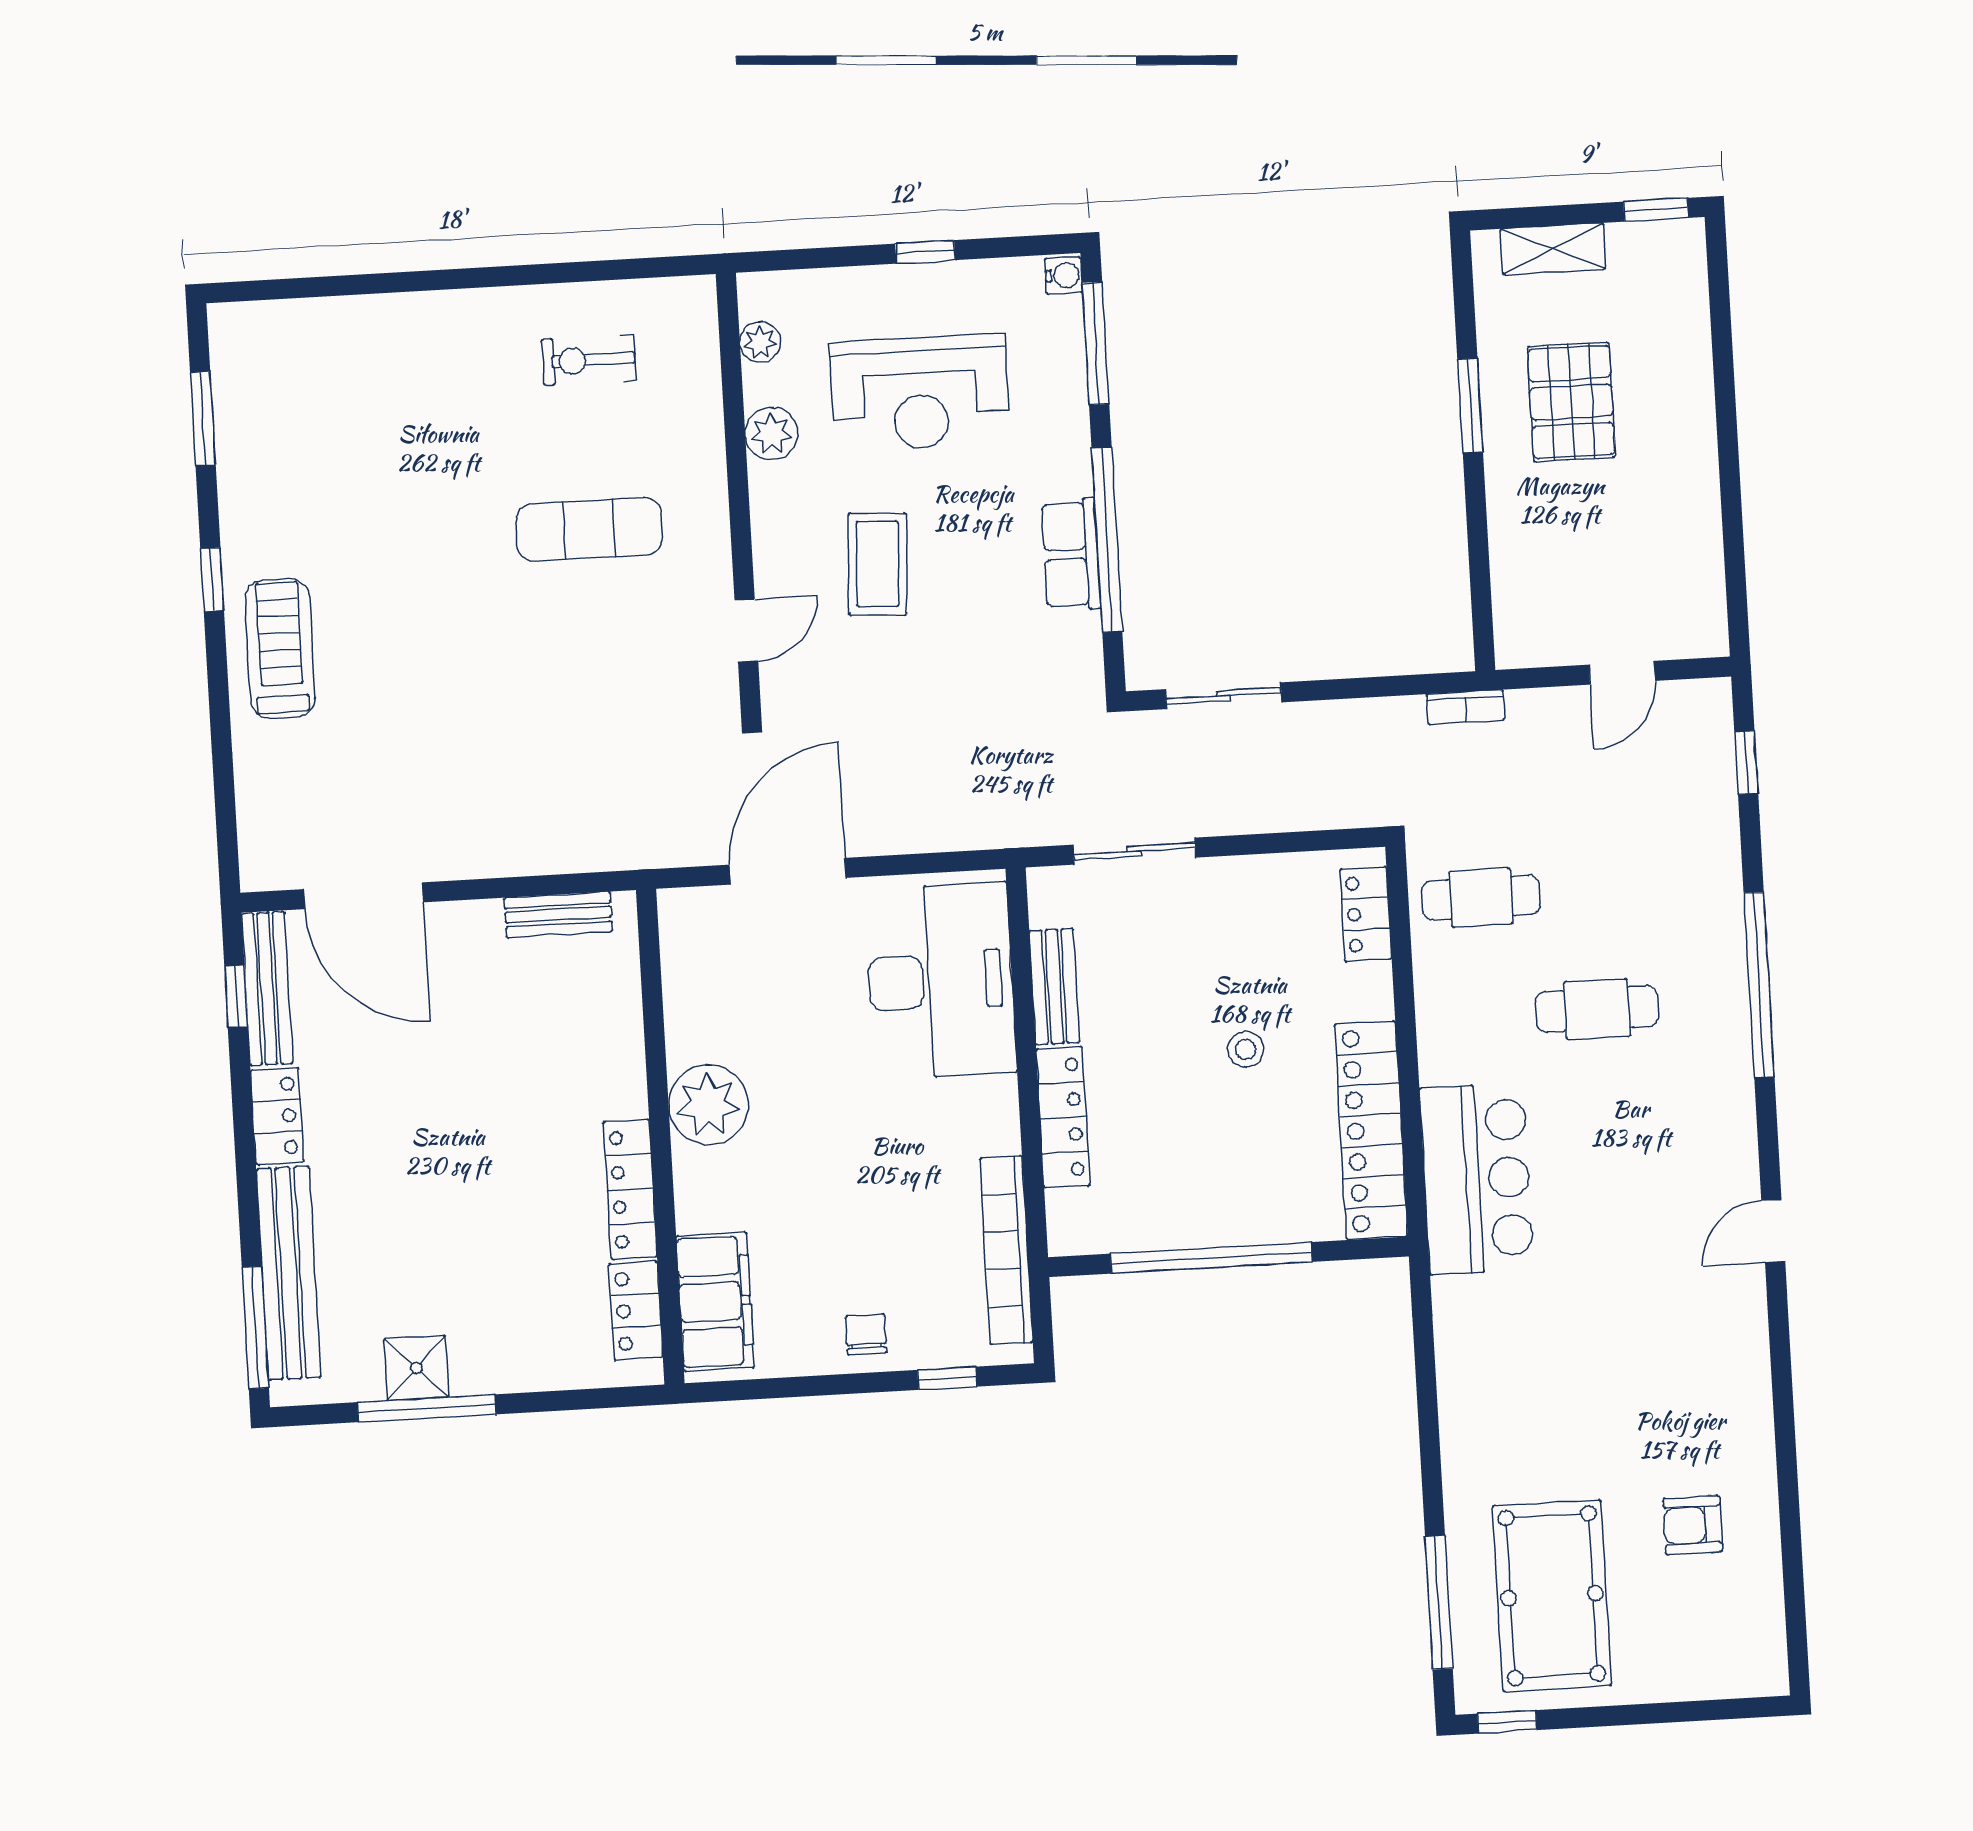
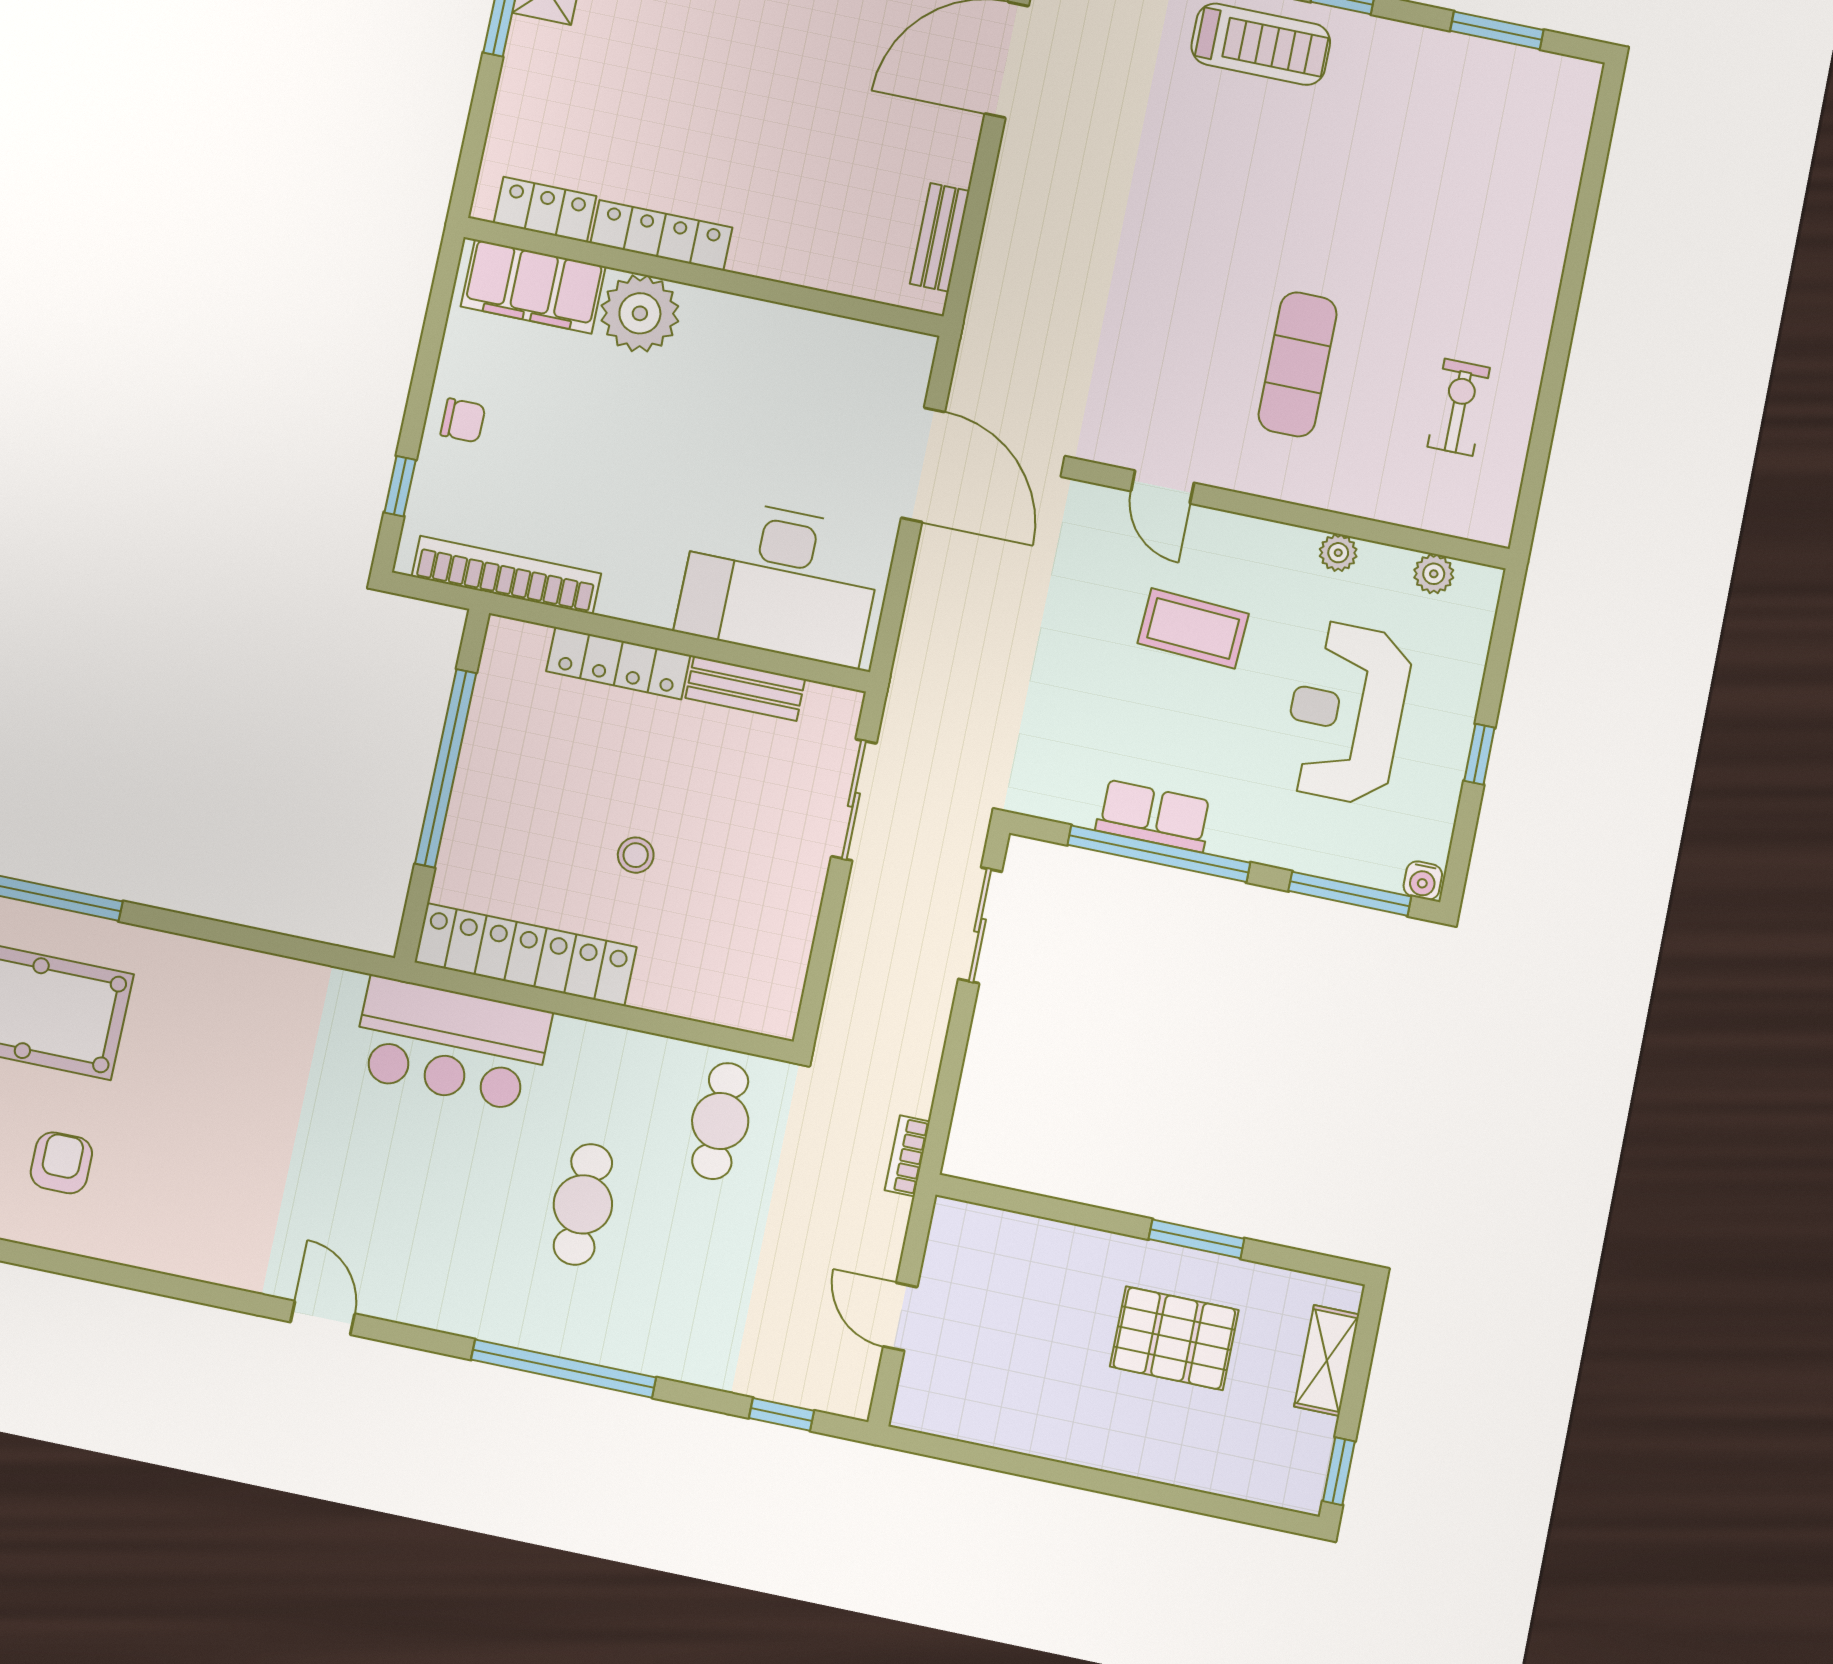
plant: (771, 434) -> (1338, 553), width x0.73, depth x0.73
locker: (1366, 914) -> (734, 1006), removed
plant: (708, 1105) -> (640, 313), moved

